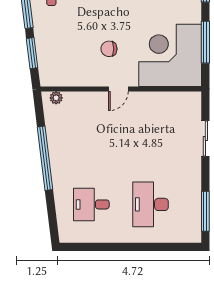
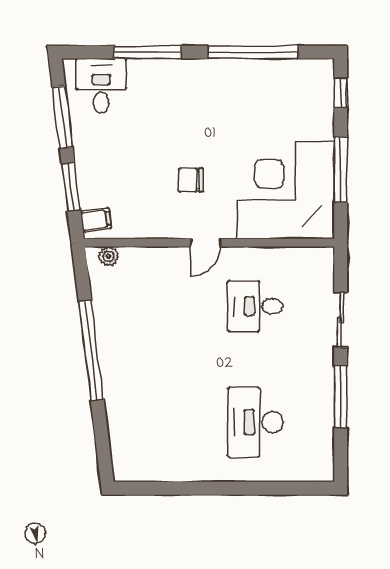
filing cabinet: (48, 74) -> (96, 220), added
desk: (91, 204) -> (255, 306), moved
window: (205, 211) -> (341, 396), moved

